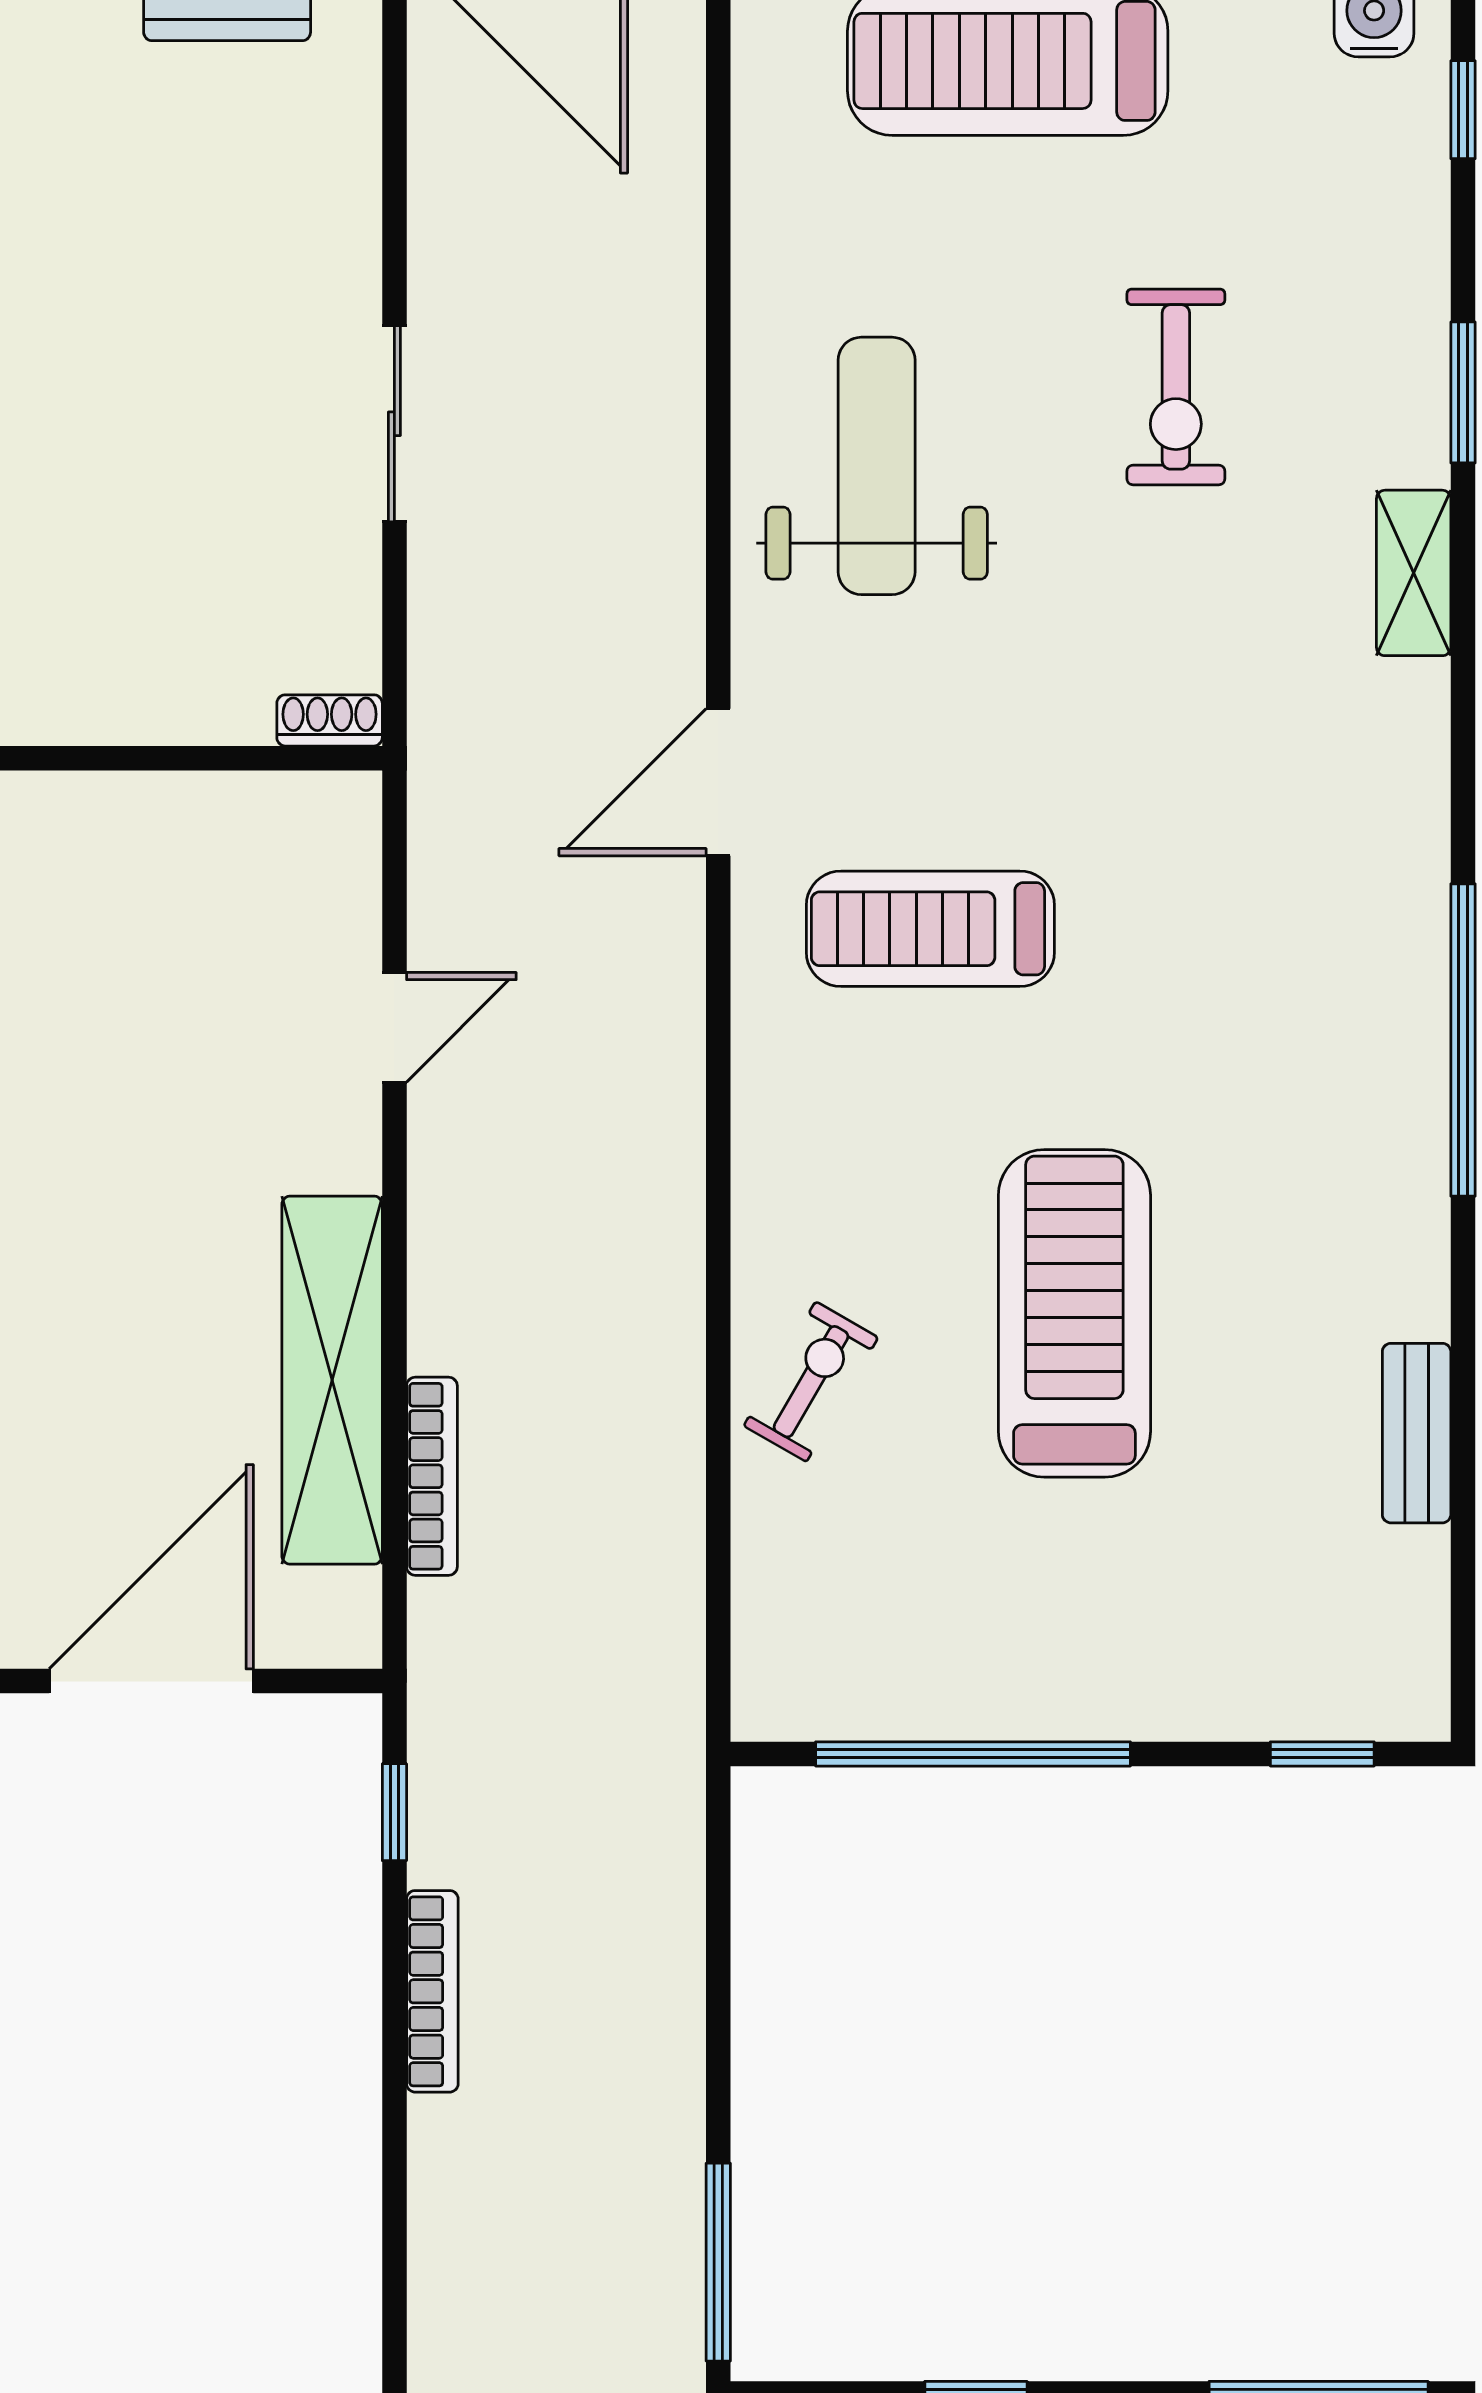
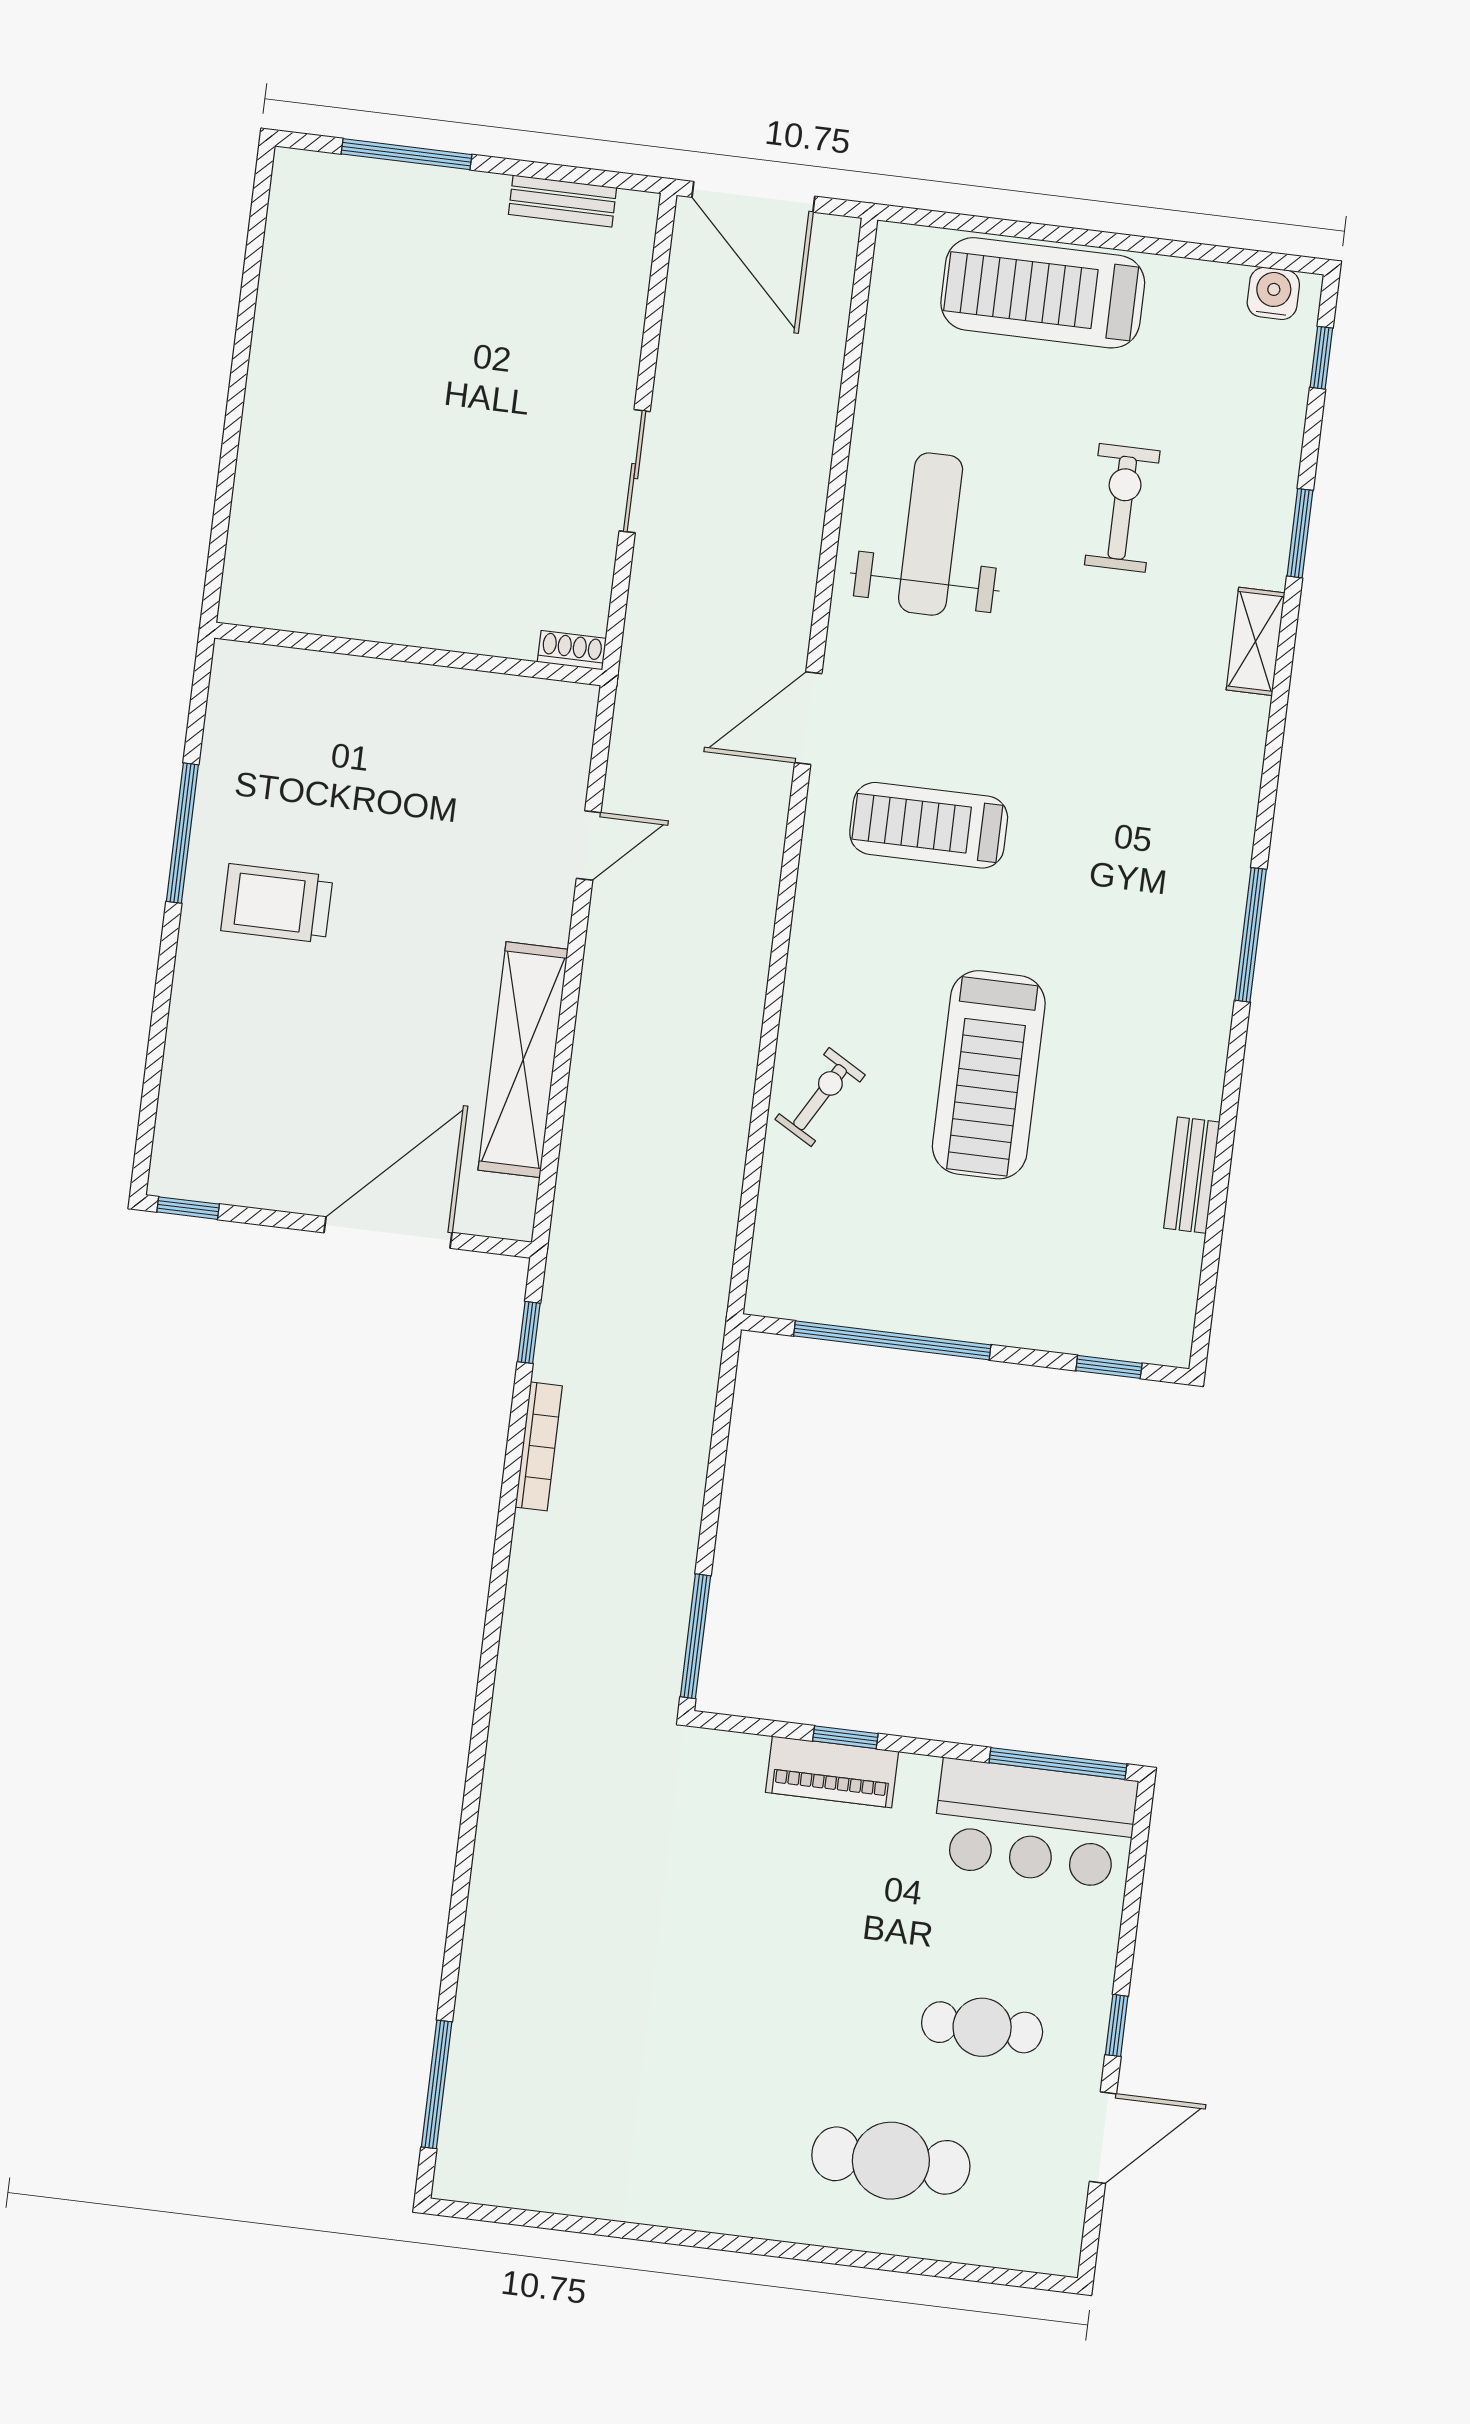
exercise bike: (1176, 387) -> (1122, 508), turned 180
window: (1463, 1040) -> (1251, 935), width x0.68
treadmill: (1074, 1313) -> (989, 1075), turned 180
bookcase: (432, 1476) -> (578, 1127), removed

